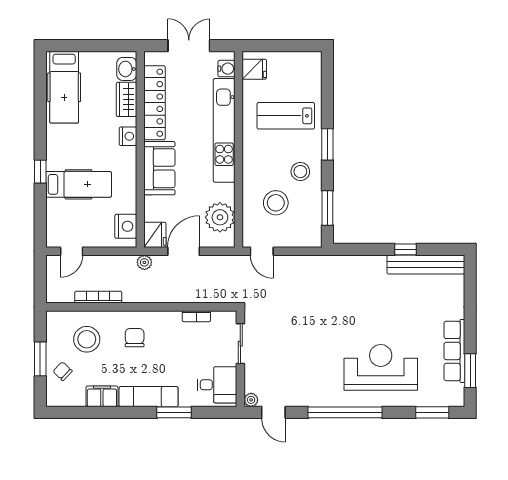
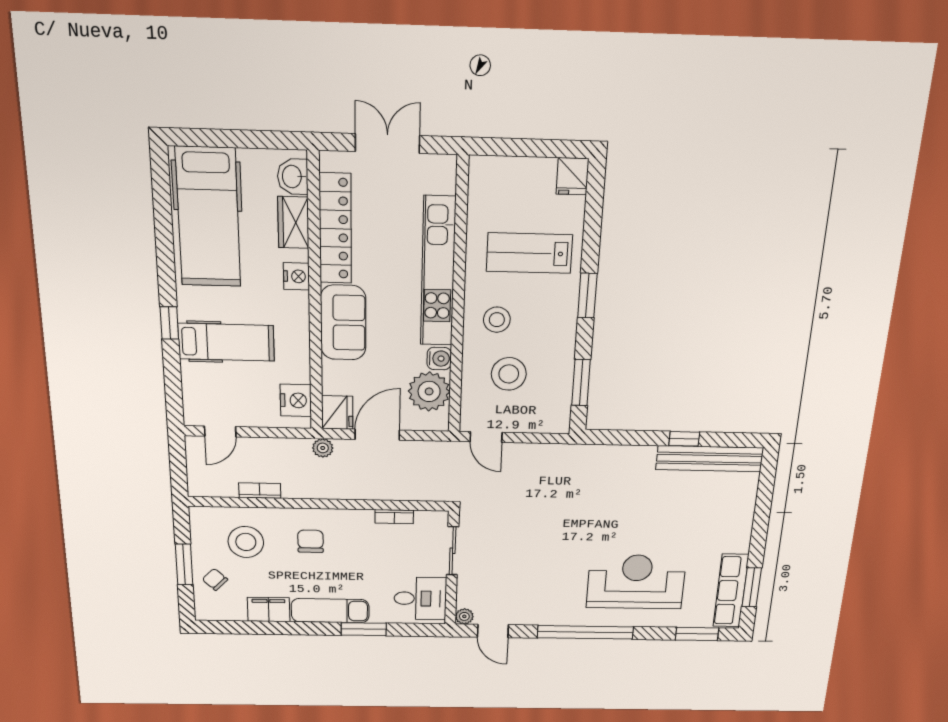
water cooler: (226, 69) -> (439, 359), moved
fridge: (254, 69) -> (573, 176), moved, turned 90
hospital bed: (64, 87) -> (208, 217), width x1.37, depth x1.29
stool: (300, 172) -> (497, 320), moved
bookcase: (98, 297) -> (260, 491), width x0.64
row of seats: (454, 351) -> (731, 591), moved

